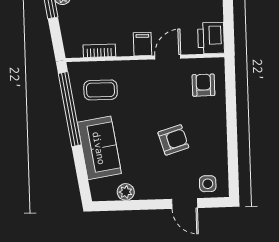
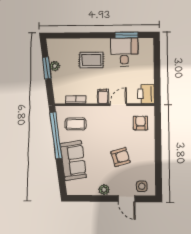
plant: (126, 192) -> (104, 190), moved

